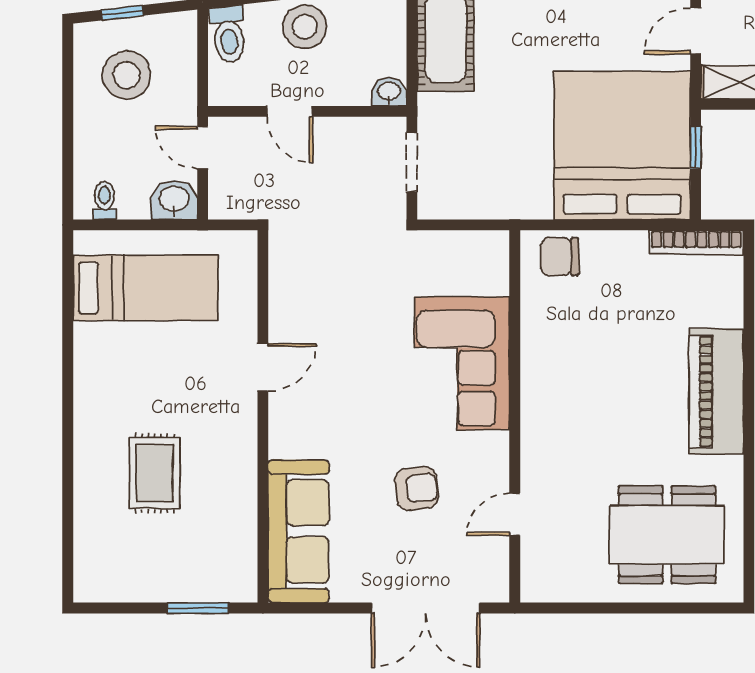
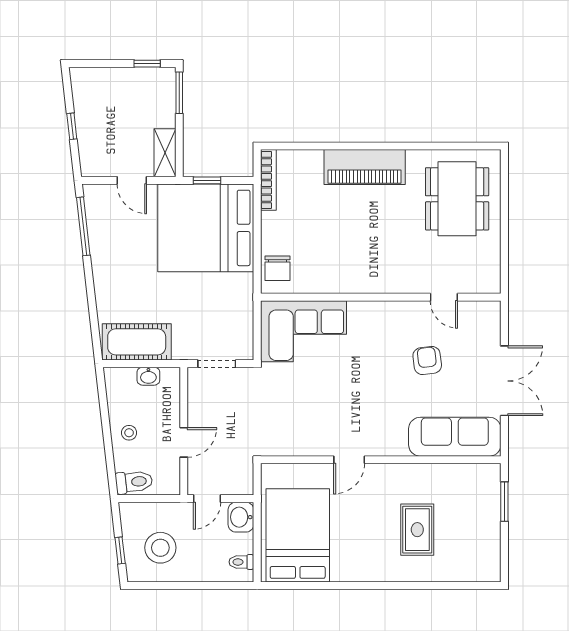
stool: (305, 27) -> (129, 433), width x0.53, depth x0.53
washbasin: (389, 92) -> (148, 376), moved, turned -90
bed: (146, 288) -> (298, 535), width x1.50
corner sofa: (462, 363) -> (303, 331), moved
door: (263, 367) -> (349, 460), swing flipped
rug: (155, 473) -> (417, 530), turned 90
double door: (426, 608) -> (504, 381), moved

